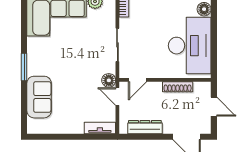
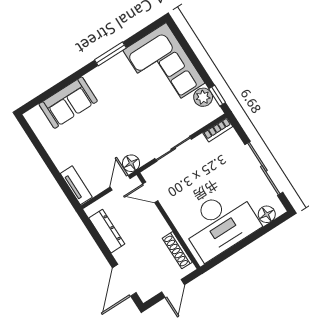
window: (24, 67) -> (110, 54), moved
shoe rack: (178, 87) -> (177, 250), moved

